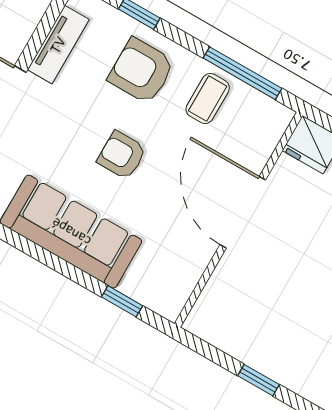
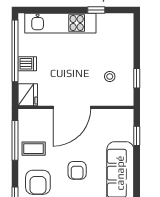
stool: (259, 314) -> (110, 76), added
window: (259, 380) -> (137, 78), moved

